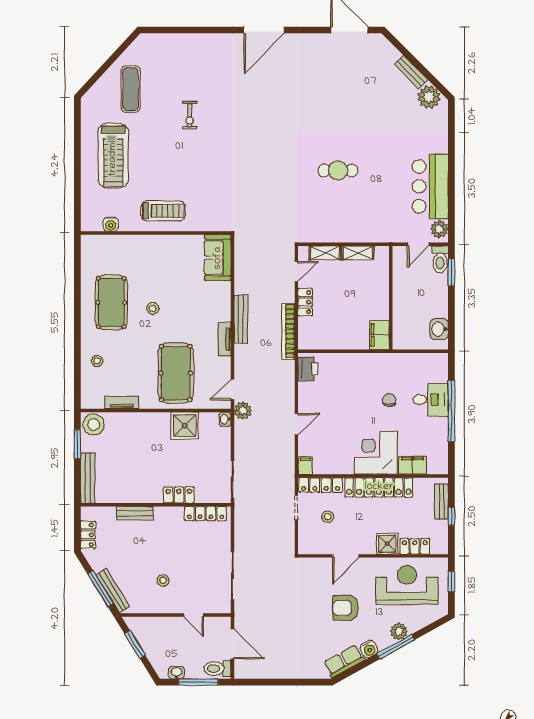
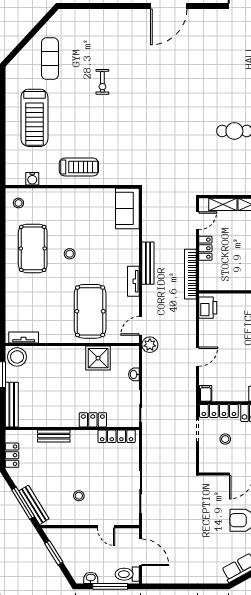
stool: (97, 361) -> (18, 203), moved
tv unit: (122, 402) -> (24, 337), moved
washbasin: (225, 419) -> (134, 374), moved

